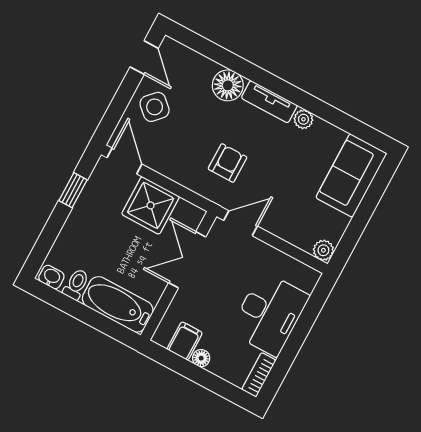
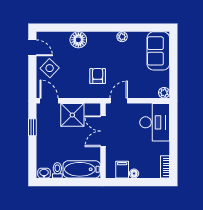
tv unit: (269, 102) -> (102, 37), removed
desk: (269, 314) -> (155, 122), moved

